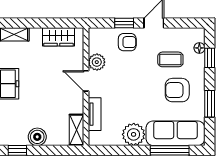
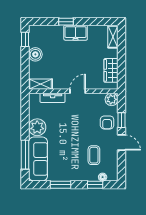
plant: (97, 62) -> (112, 99), moved
armchair: (177, 90) -> (71, 160), removed

